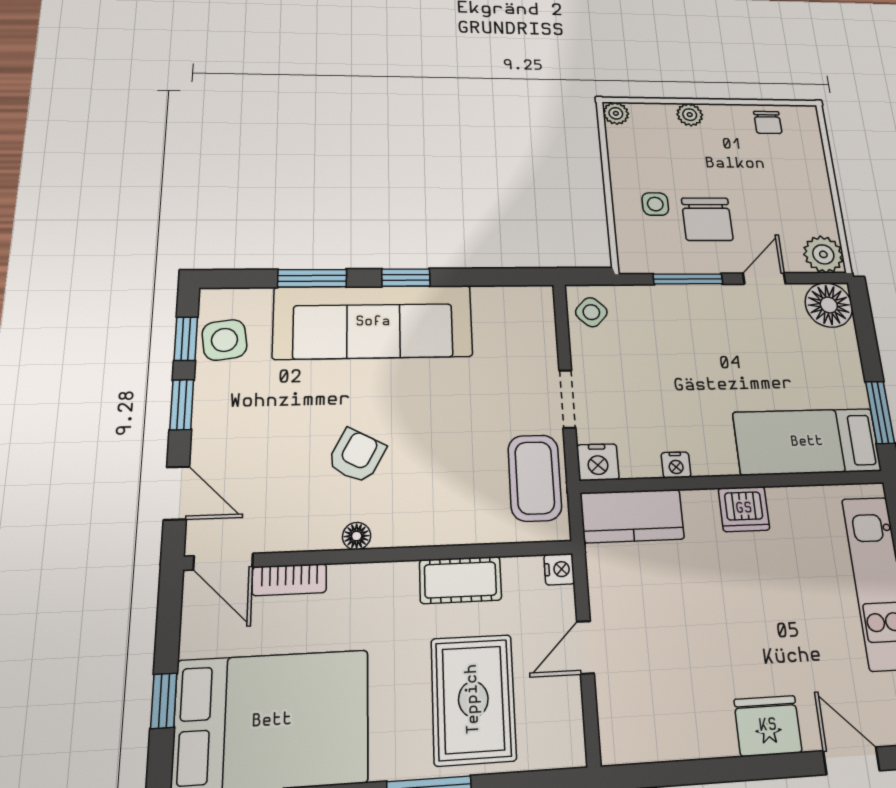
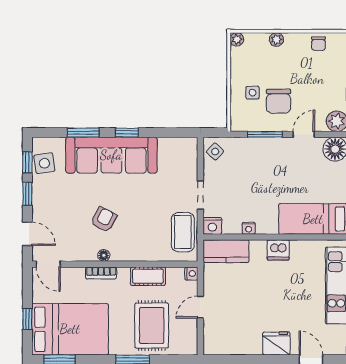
bookcase: (289, 580) -> (101, 273), moved

